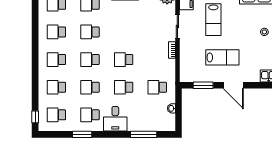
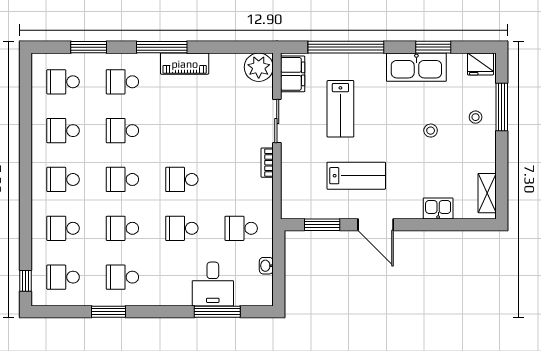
desk: (115, 119) -> (213, 284), moved

